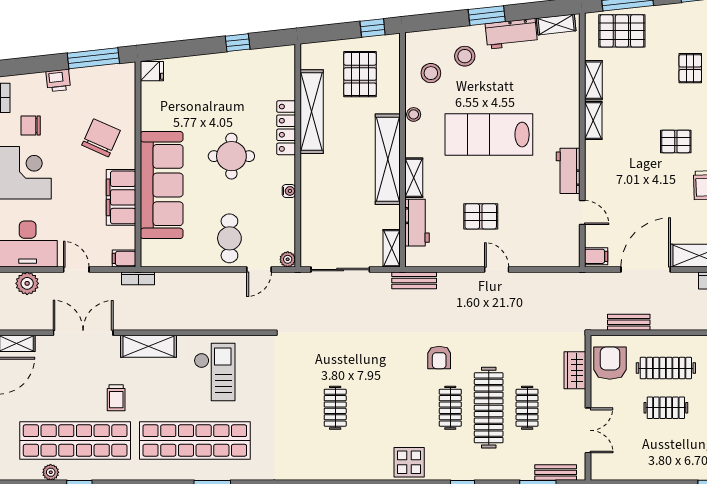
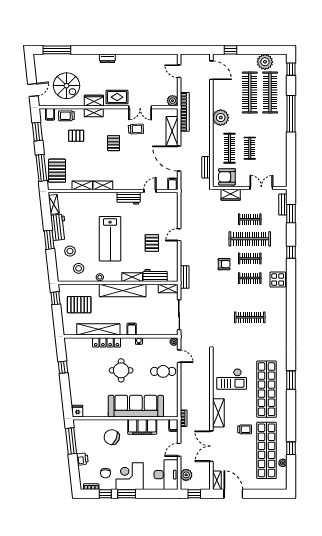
filing cabinet: (312, 177) -> (132, 329), added
checkout: (215, 372) -> (232, 379), turned 180
clothes rail: (335, 408) -> (250, 317), width x1.36
clothes rail: (412, 408) -> (250, 278), added

